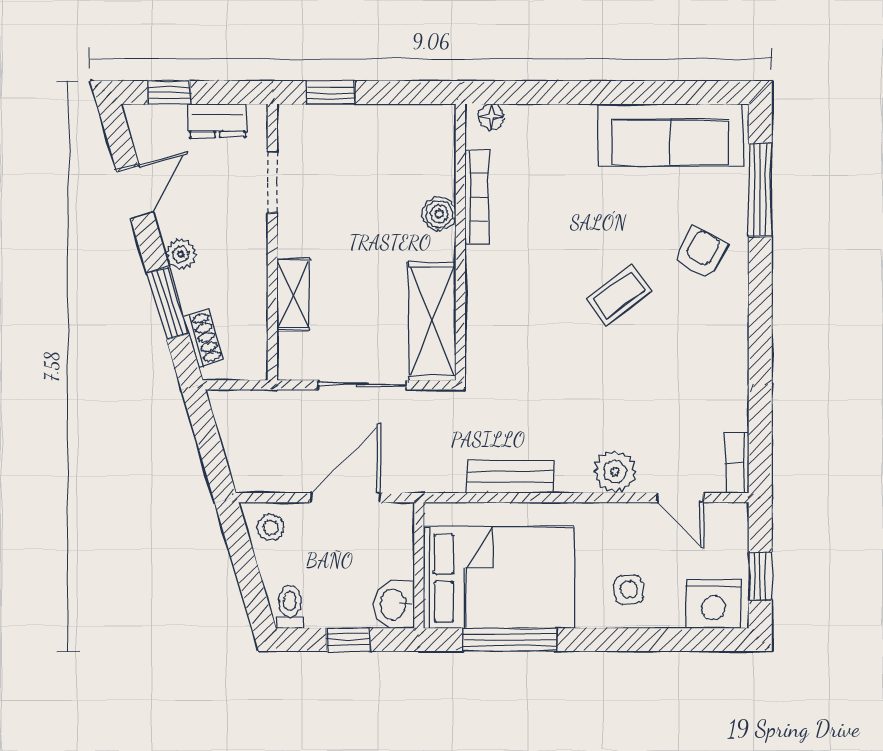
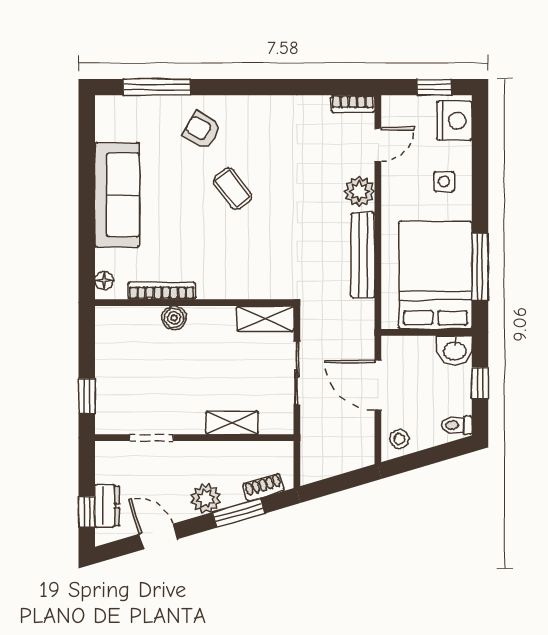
dresser: (217, 121) -> (107, 506), moved
sofa: (670, 135) -> (117, 195), moved
plant: (181, 254) -> (206, 498), width x1.38, depth x1.38
shelving: (432, 321) -> (265, 319), width x0.67, depth x0.75
bench: (511, 477) -> (363, 255), width x1.36

